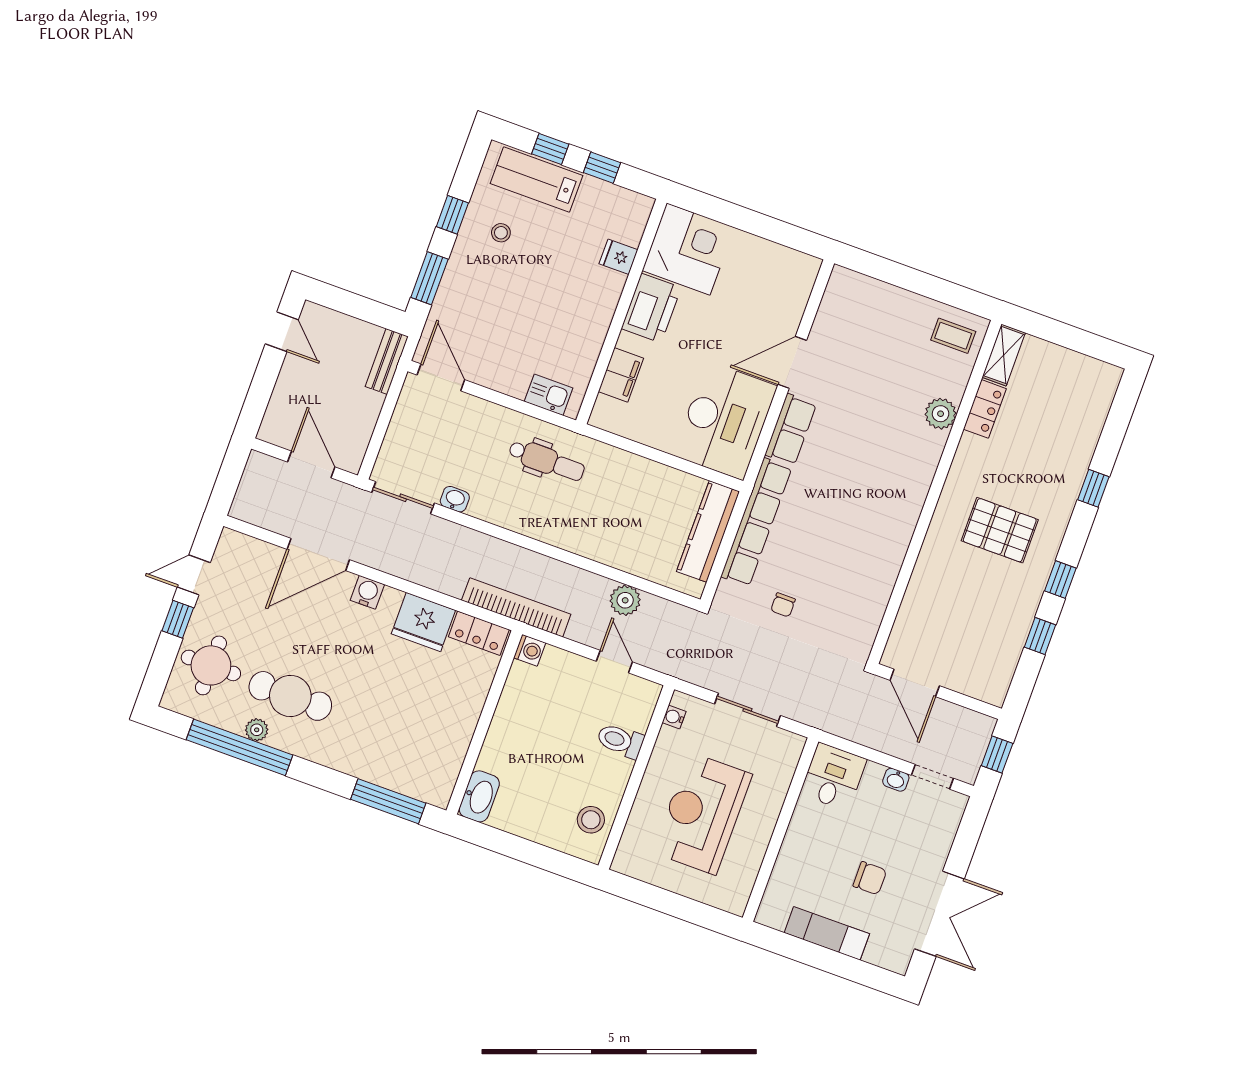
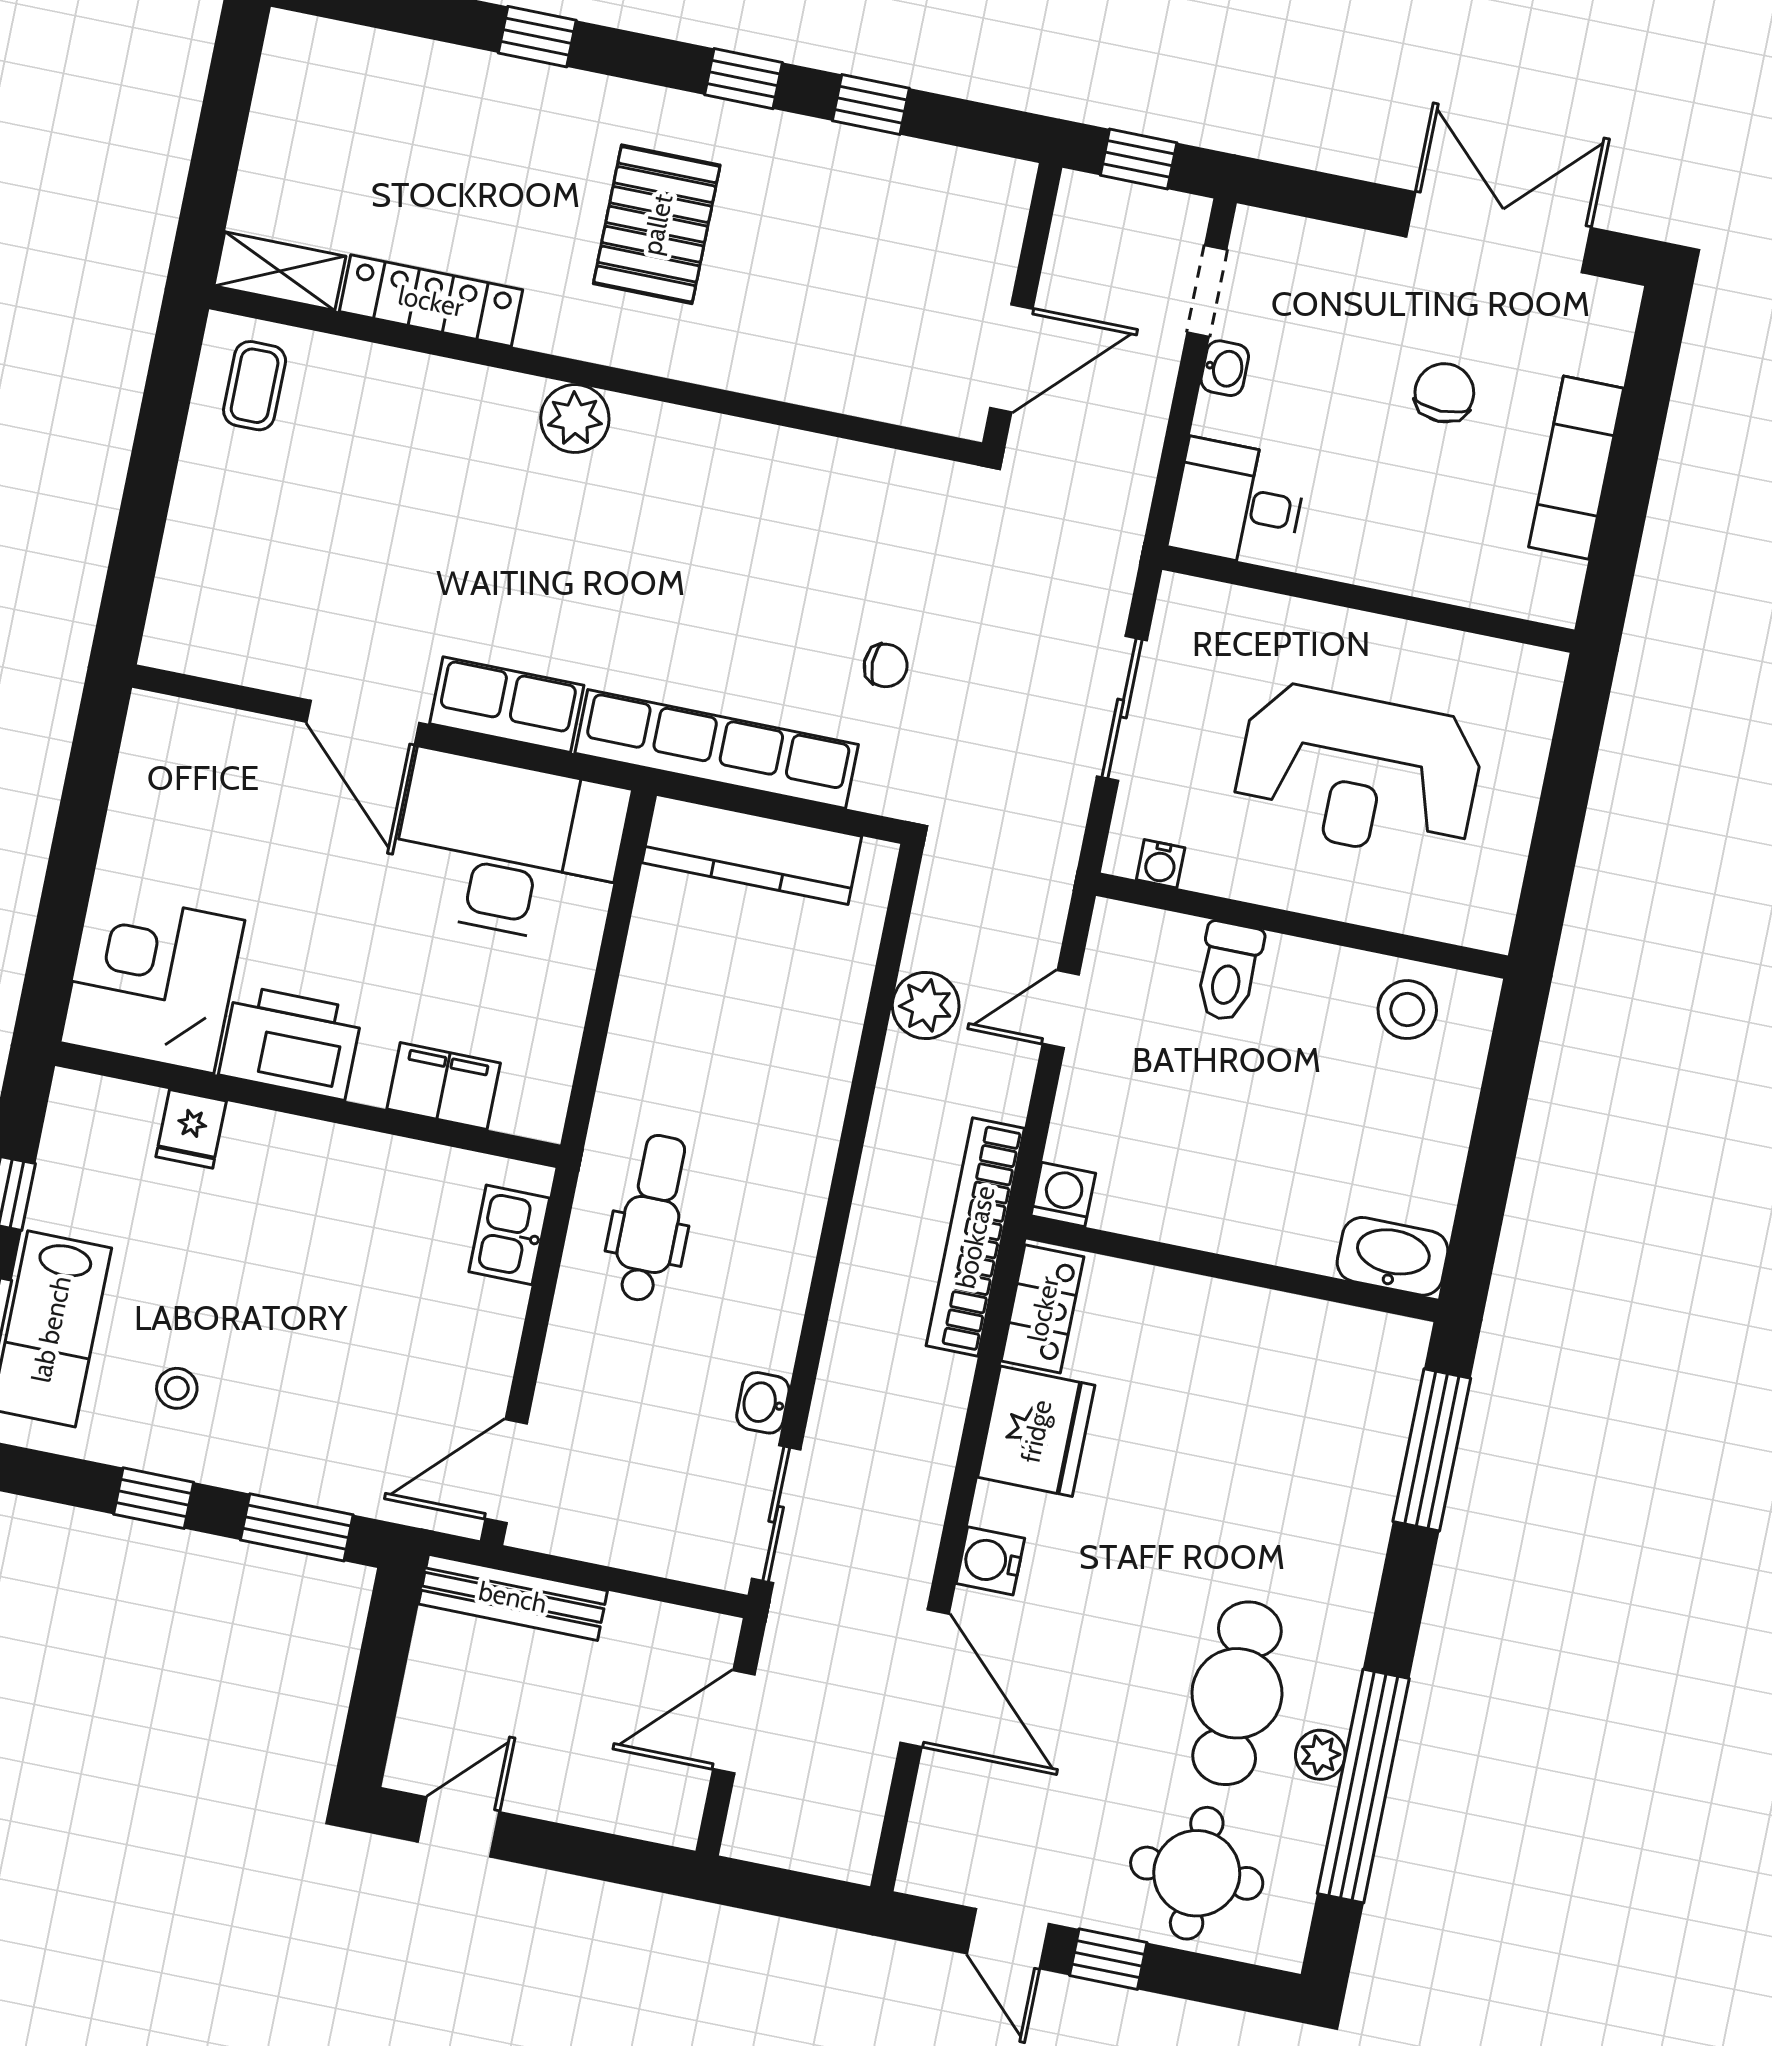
bench: (387, 361) -> (513, 1597), width x1.36
locker: (985, 409) -> (431, 301), width x1.53
plant: (941, 414) -> (575, 418), moved

